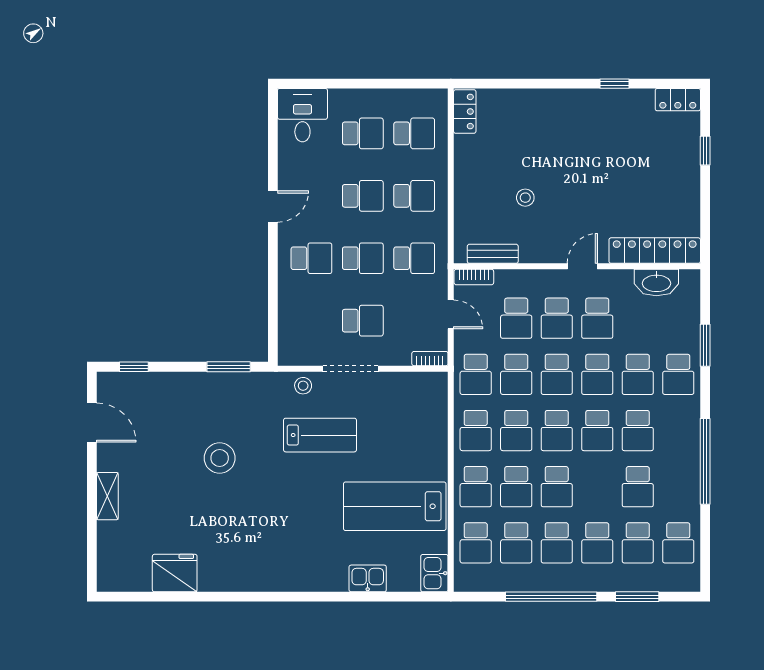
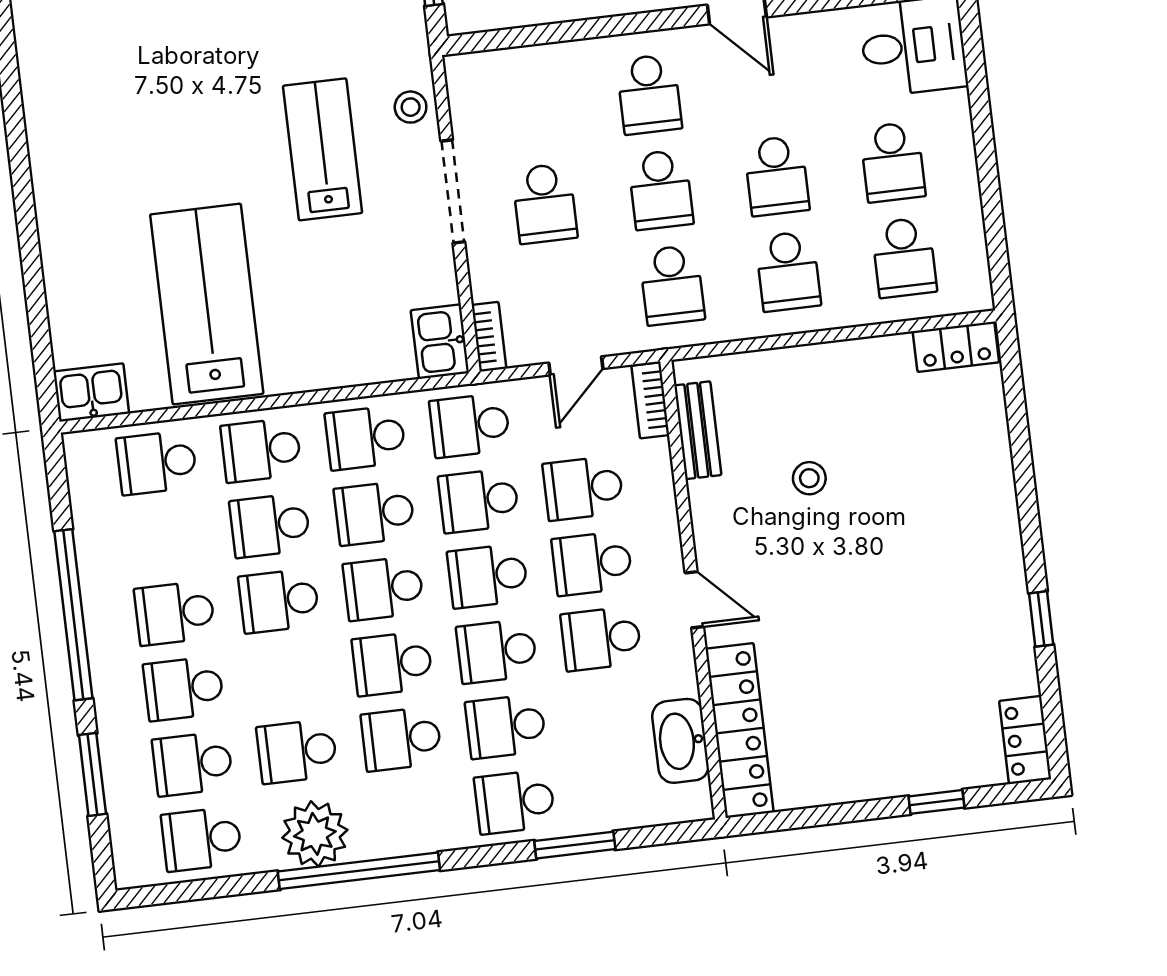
lab bench: (320, 435) -> (323, 149), turned 180
plant: (683, 482) -> (315, 834), added
school desk: (516, 543) -> (166, 538), removed
kitchen sink: (368, 578) -> (440, 342), moved, turned 180

